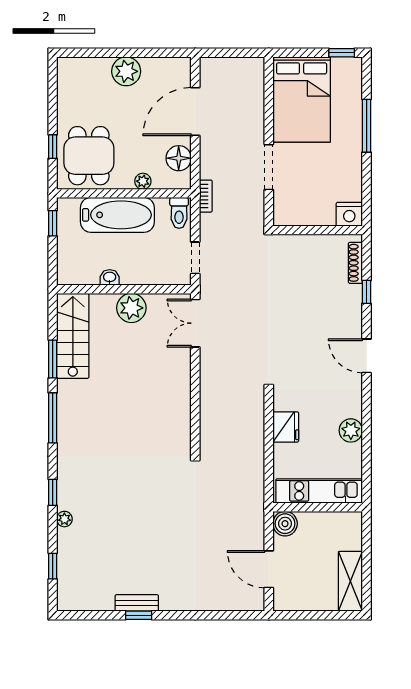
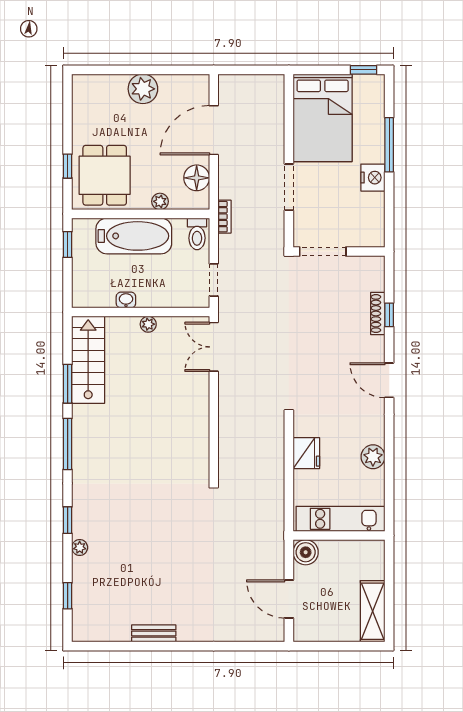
nightstand: (349, 214) -> (373, 178), moved, turned -90
doorway: (302, 230) -> (323, 251), added
shoe rack: (355, 263) -> (378, 314), moved
plant: (131, 308) -> (148, 324), width x0.53, depth x0.53
window: (139, 615) -> (156, 646), removed

